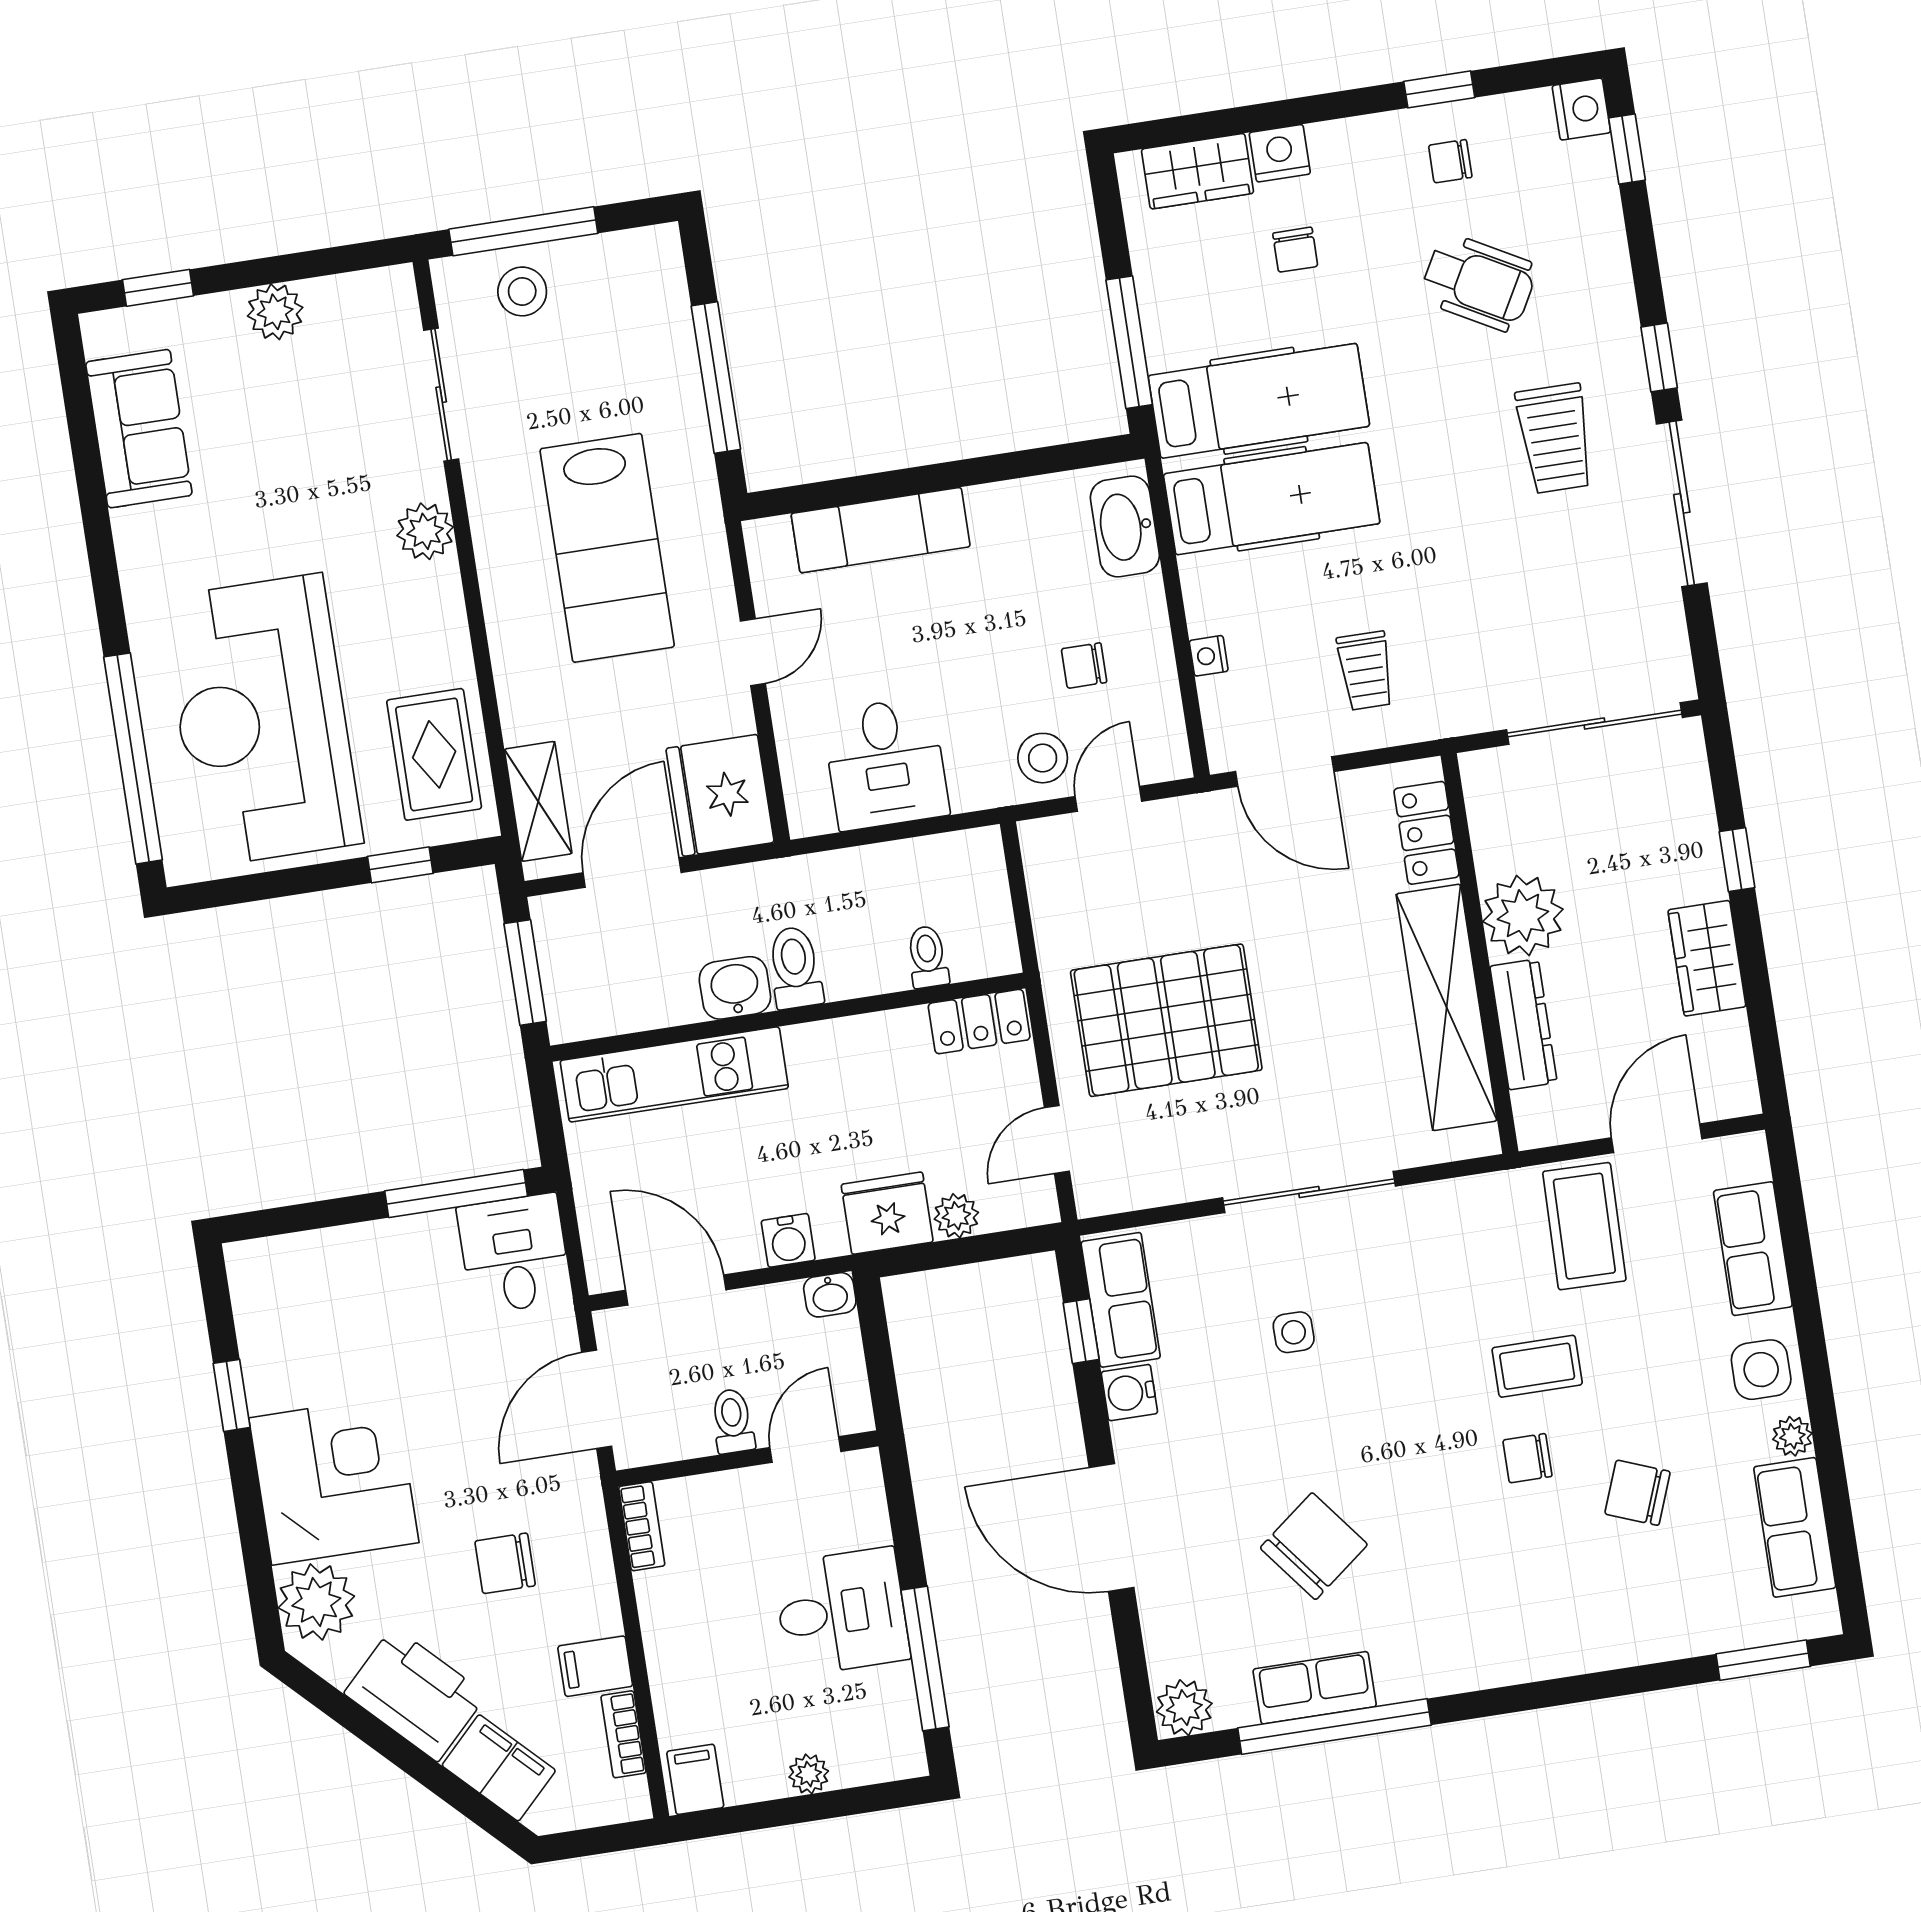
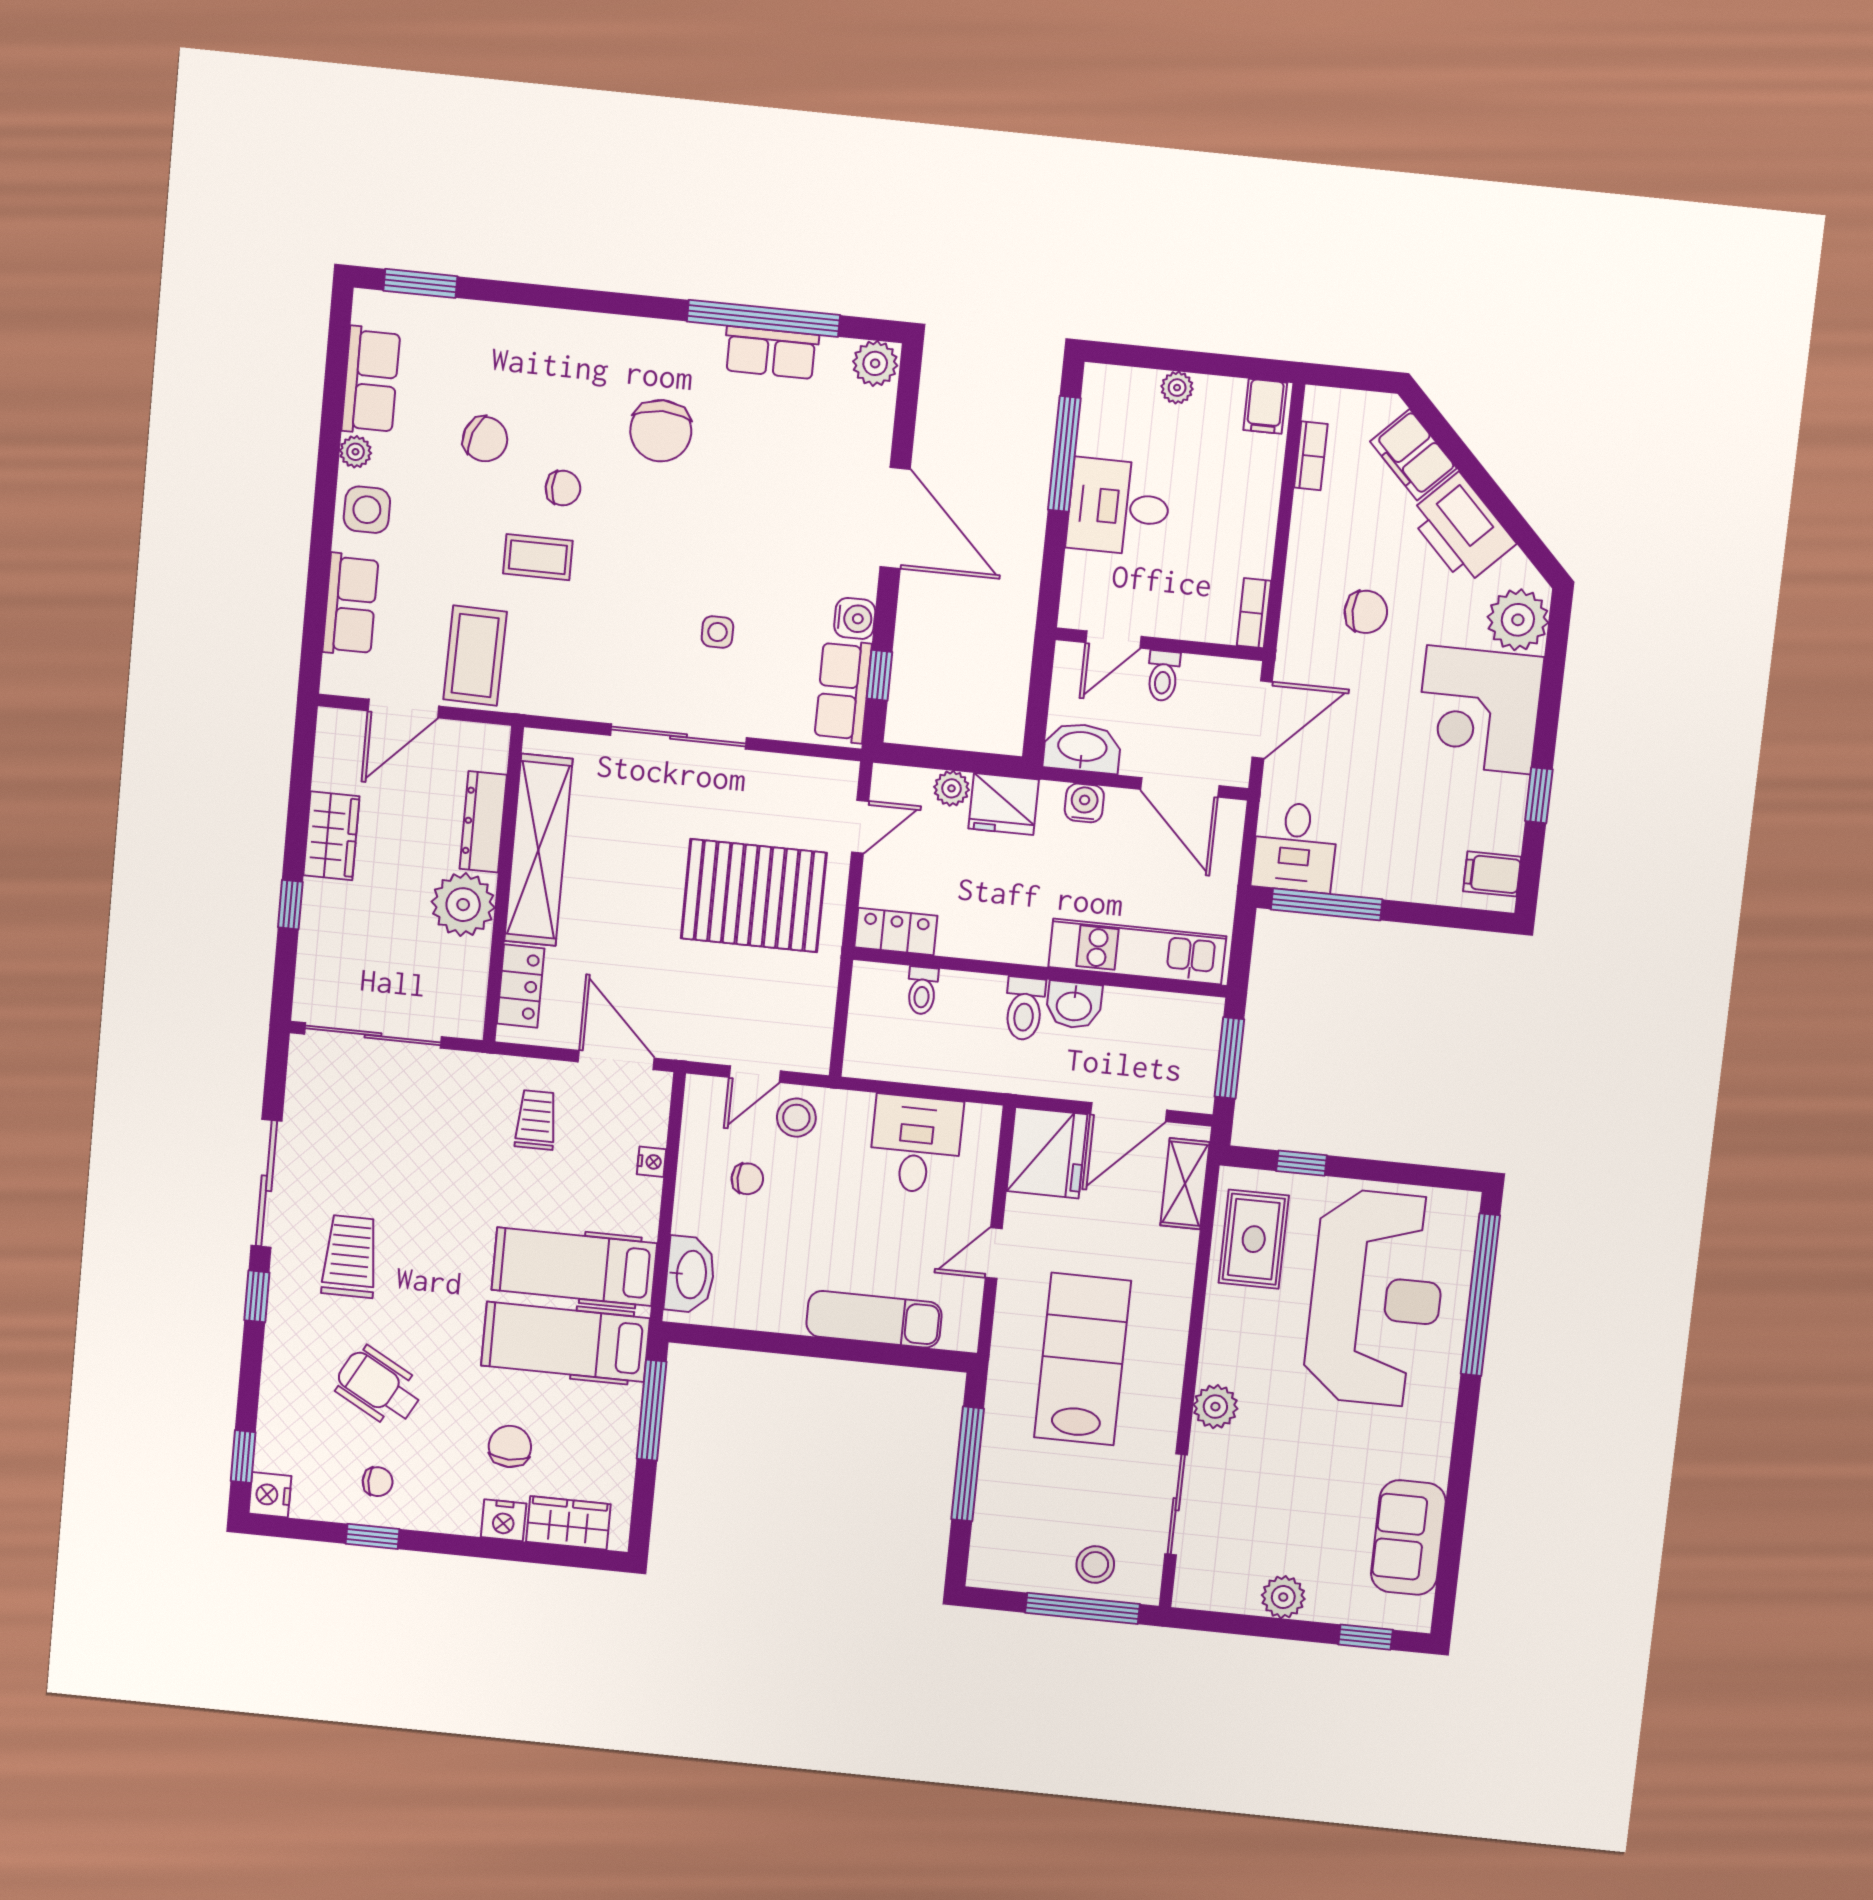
chair: (1295, 250) -> (510, 1446), width x1.37, depth x1.37
washbasin: (830, 1295) -> (1082, 748), width x1.91, depth x1.45
chair: (1314, 1546) -> (661, 431), moved, turned -52
filing cabinet: (595, 1666) -> (1492, 874), moved, turned 180

